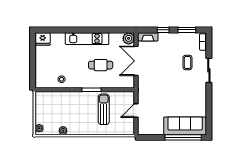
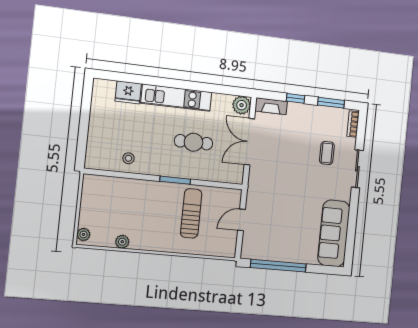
fridge: (43, 39) -> (128, 92), moved
sofa: (185, 126) -> (334, 233), moved, turned -90
window: (183, 137) -> (278, 266), moved

